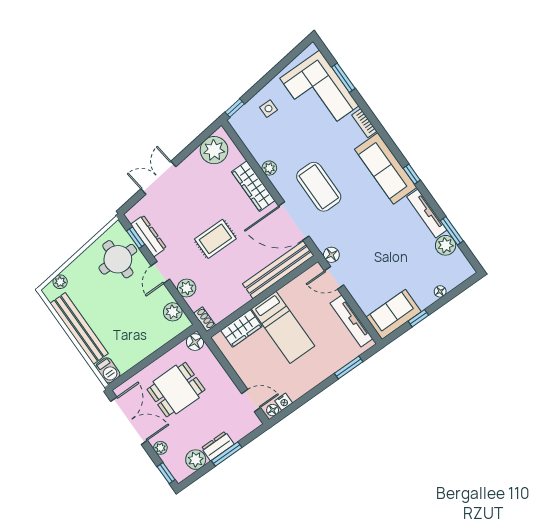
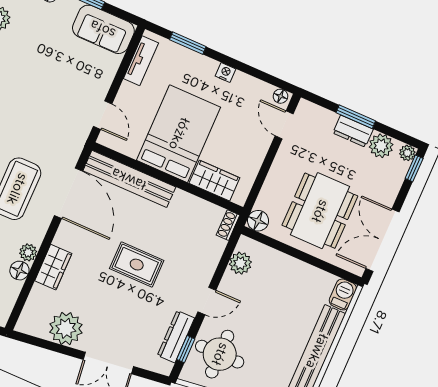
plant: (214, 150) -> (66, 328), moved
wardrobe: (253, 186) -> (53, 267), width x0.67
floor lamp: (331, 255) -> (19, 271), moved
plant: (187, 288) -> (206, 264), removed
tv unit: (351, 321) -> (141, 61), width x0.71
bed: (283, 327) -> (179, 134), width x1.50
dining table: (176, 390) -> (320, 211), width x1.38
nightstand: (284, 402) -> (225, 72), moved
plant: (160, 448) -> (407, 153), moved

